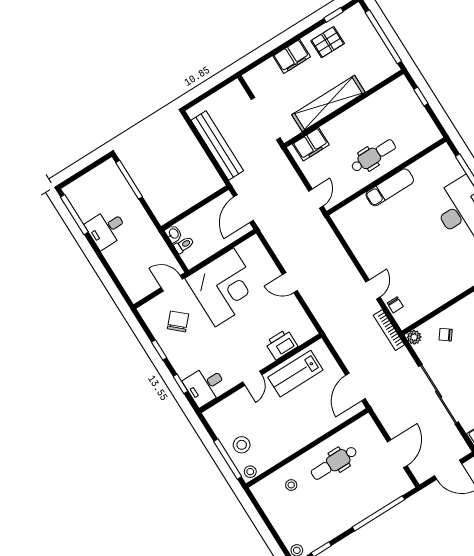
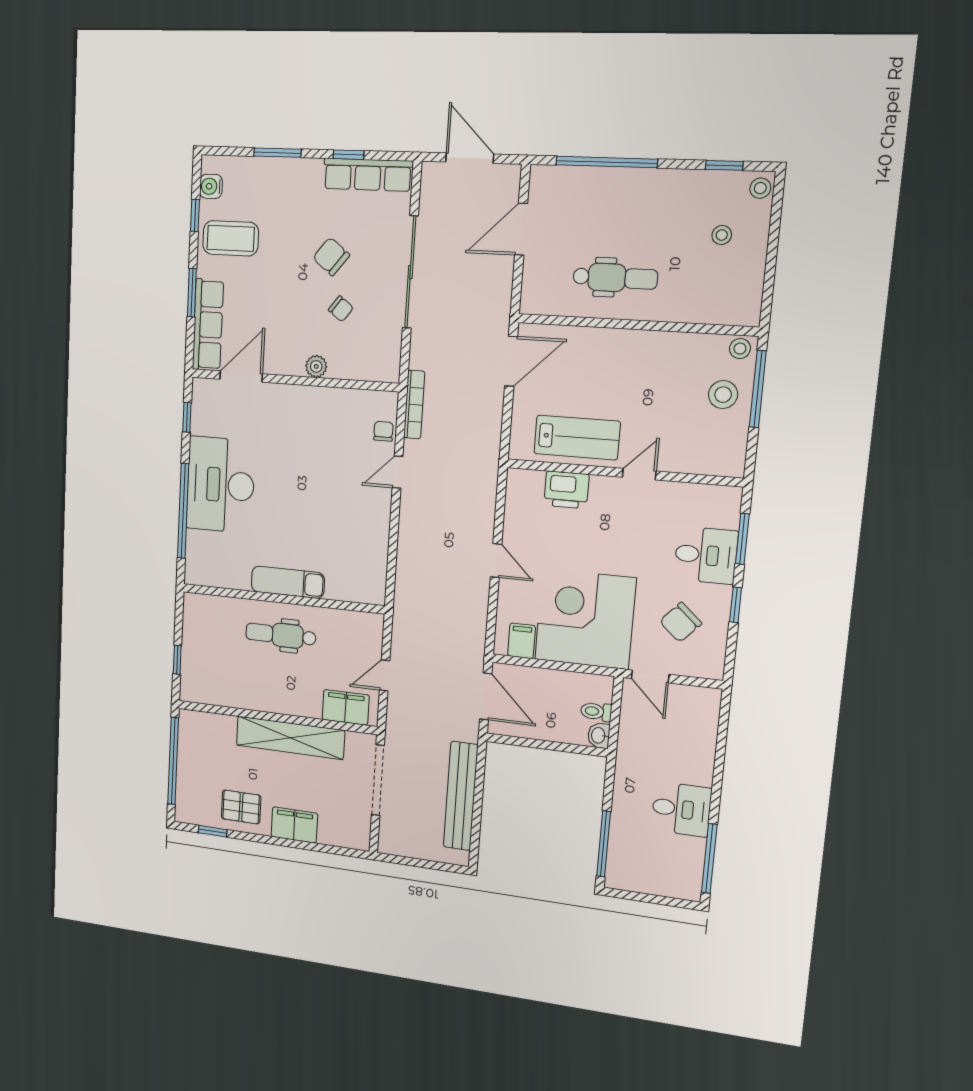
door: (316, 199) -> (385, 675), moved
door: (244, 209) -> (486, 696), hinge flipped
filing cabinet: (247, 252) -> (522, 641), added
chair: (446, 335) -> (341, 309), moved
plant: (414, 337) -> (316, 366), moved
window: (180, 384) -> (742, 539), width x1.50
desk: (205, 385) -> (706, 555), moved
stool: (291, 485) -> (722, 235), moved

